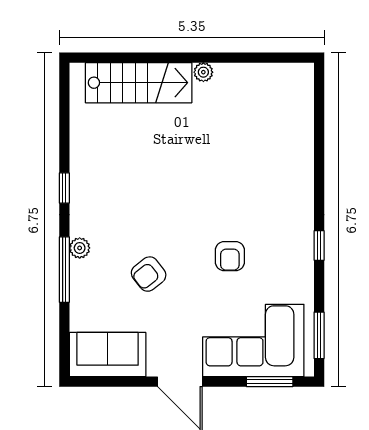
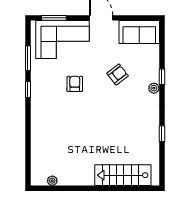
plant: (203, 72) -> (52, 181), moved
window: (64, 188) -> (162, 134), moved
window: (64, 270) -> (162, 77), width x0.46
window: (319, 335) -> (28, 58), moved

